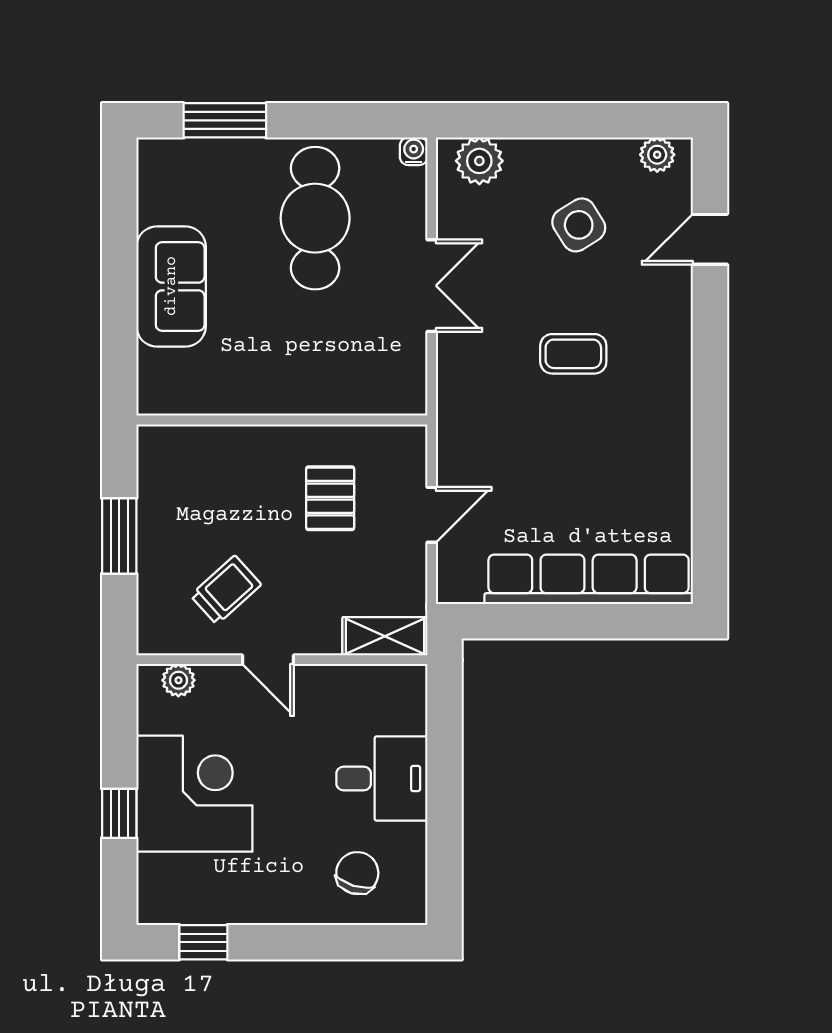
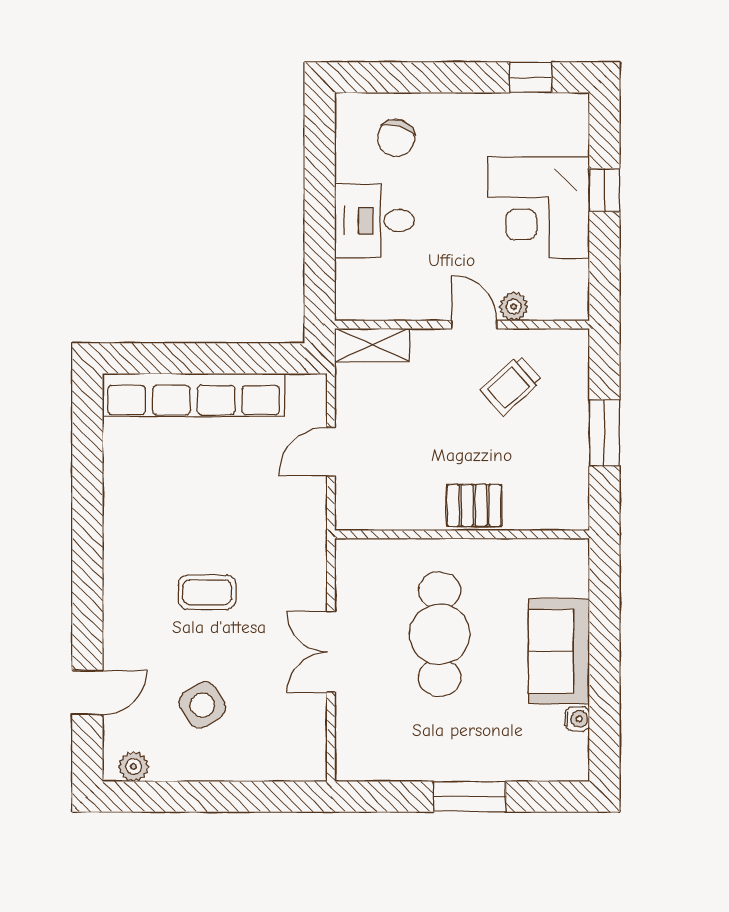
window: (225, 120) -> (470, 797), moved
water cooler: (414, 151) -> (577, 719), moved, turned -90
plant: (479, 161) -> (289, 761), removed
cafe table: (315, 218) -> (440, 634), moved
pallet: (330, 498) -> (474, 505), moved, turned 90
plant: (178, 680) -> (514, 307), moved

